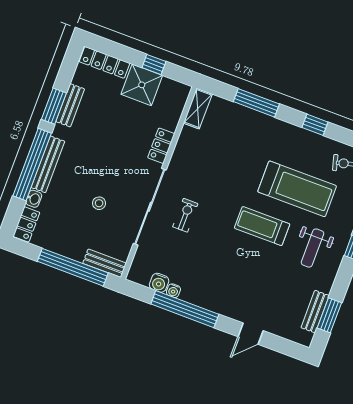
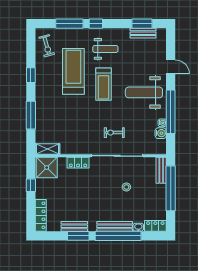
shower: (142, 85) -> (47, 168), moved
weight bench: (228, 281) -> (144, 92), added

